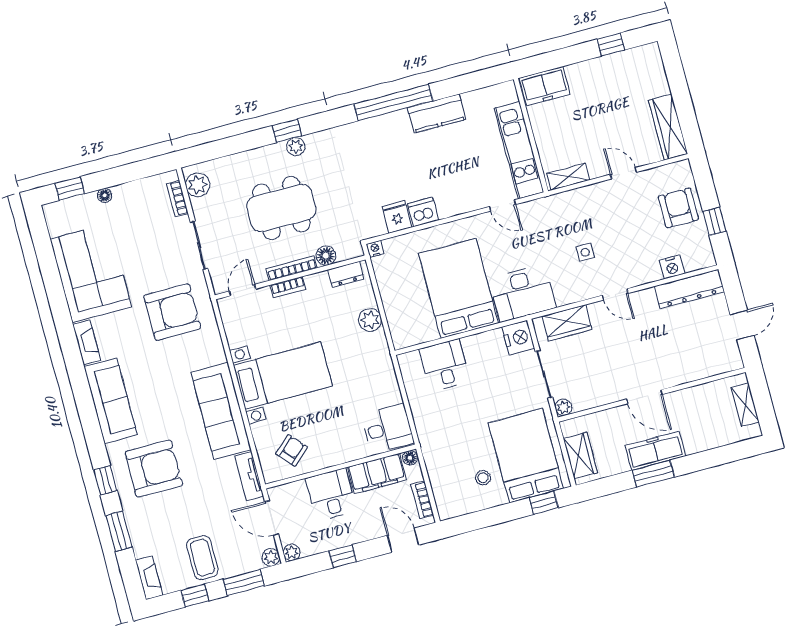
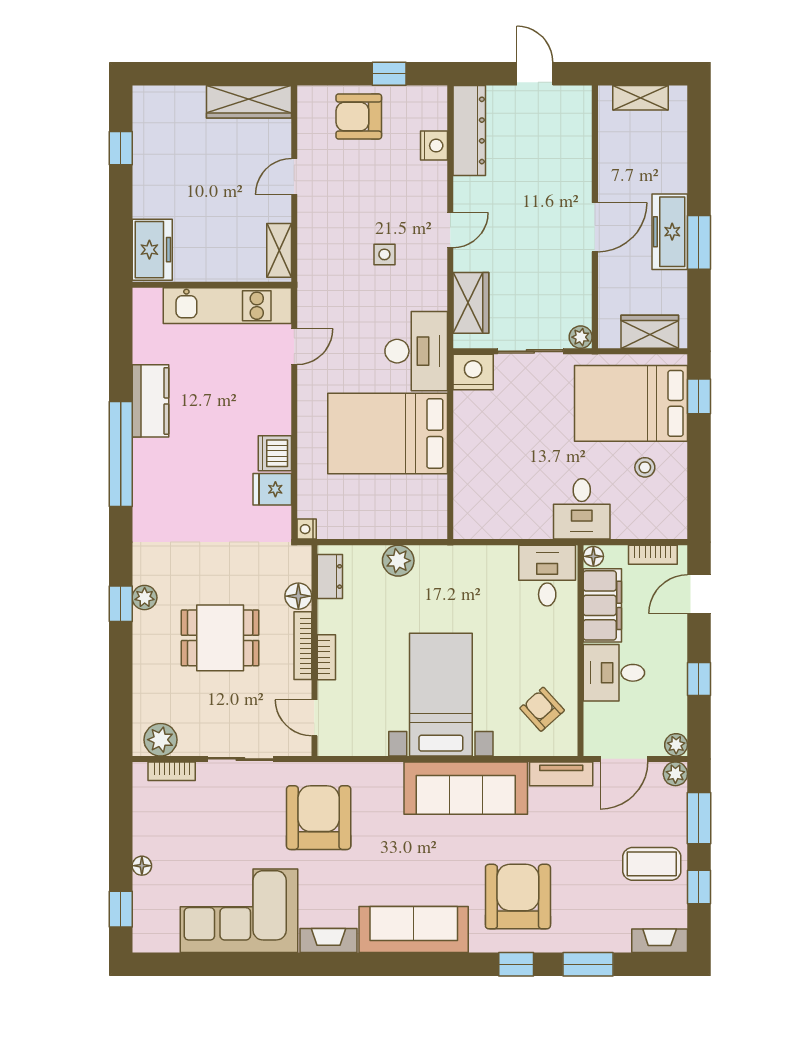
dining table: (281, 208) -> (220, 638), width x0.73
desk: (445, 365) -> (582, 509), moved, turned -90

